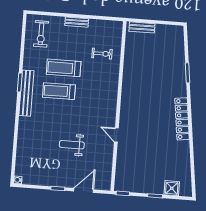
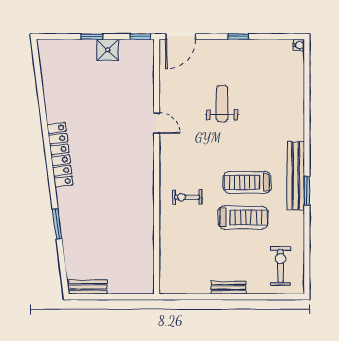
bench: (142, 27) -> (88, 287), moved
exercise bike: (102, 54) -> (187, 197), moved
treadmill: (59, 91) -> (247, 182), turned 180
weight bench: (72, 145) -> (222, 104), turned -90
shower: (172, 188) -> (108, 50), moved
door: (84, 190) -> (180, 37), moved

